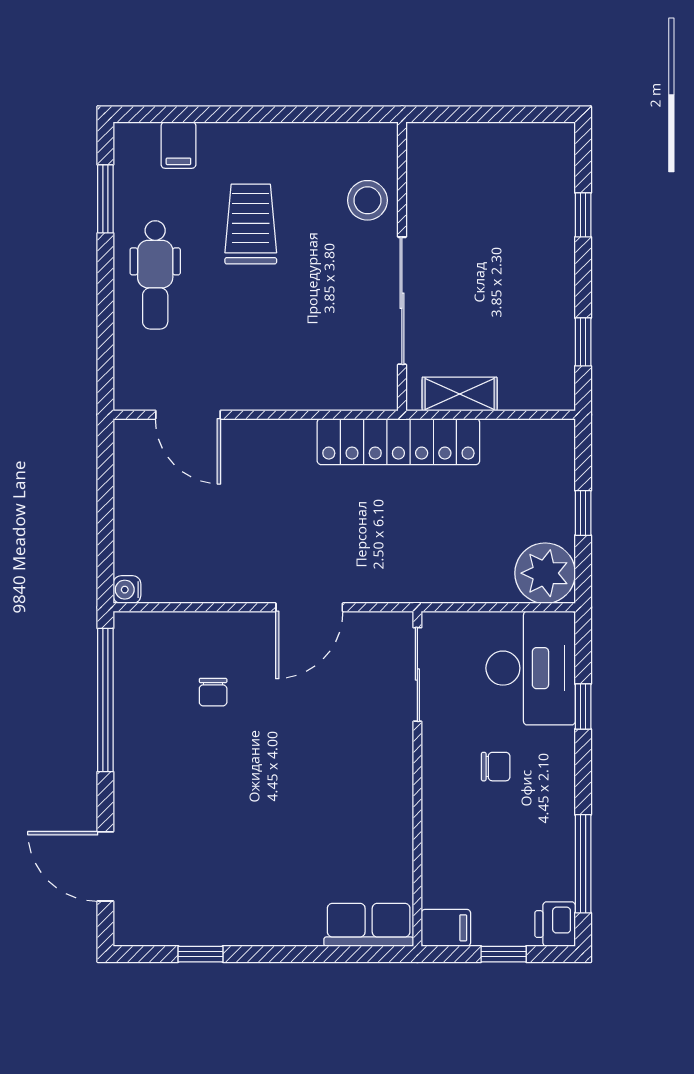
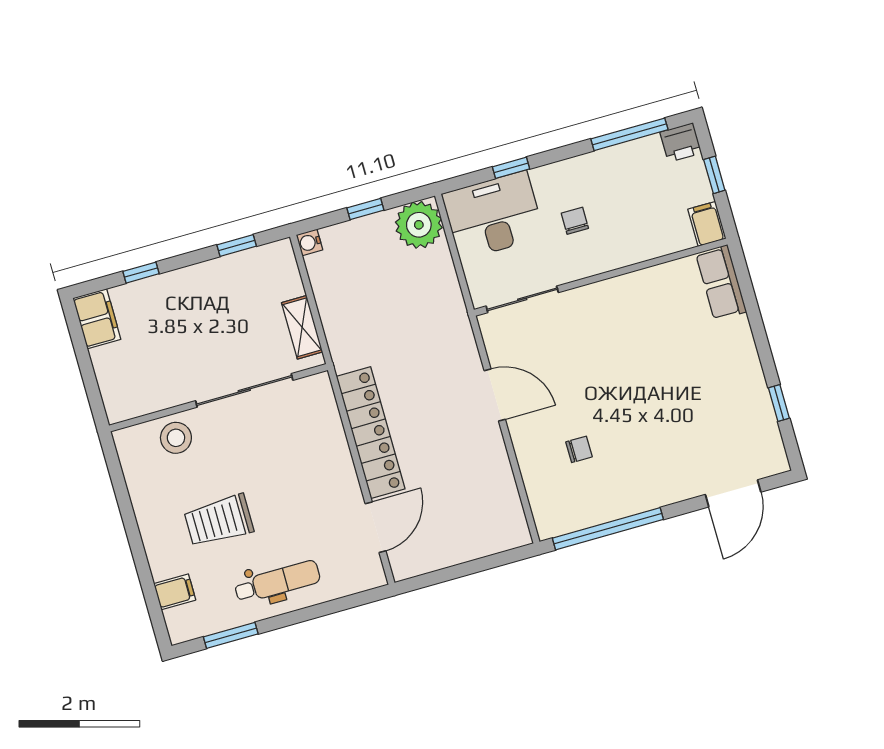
filing cabinet: (542, 144) -> (97, 319), added
locker: (398, 442) -> (371, 433), moved
water cooler: (127, 590) -> (309, 242), moved, turned 90

